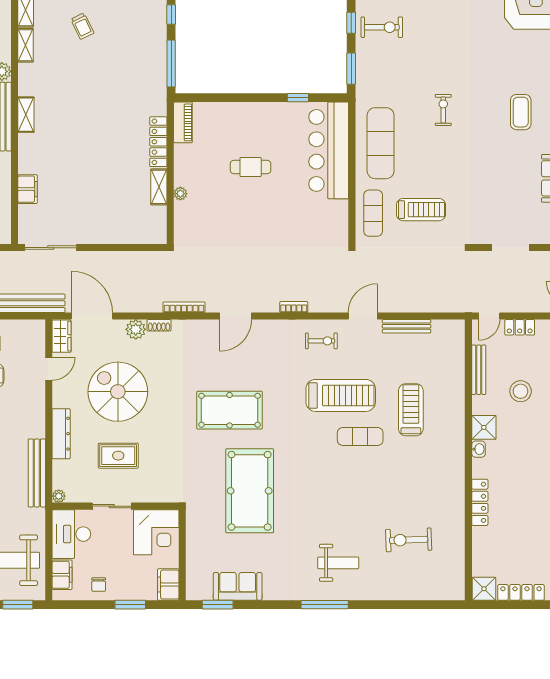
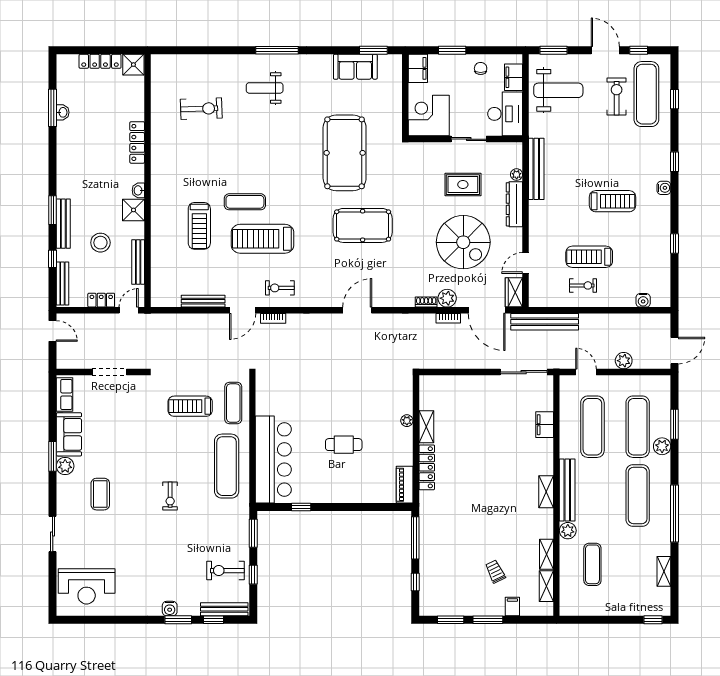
bookcase: (184, 307) -> (448, 318), moved, width x0.64
bookcase: (294, 307) -> (273, 318), moved
plant: (59, 496) -> (517, 175), moved

